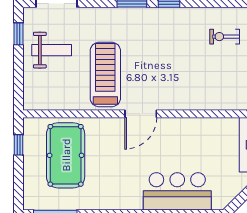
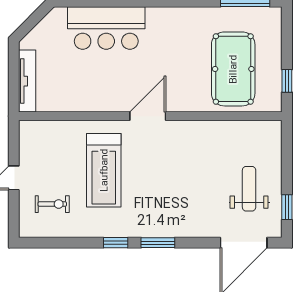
weight bench: (52, 50) -> (249, 189), turned 90
treadmill: (105, 74) -> (104, 170), moved

